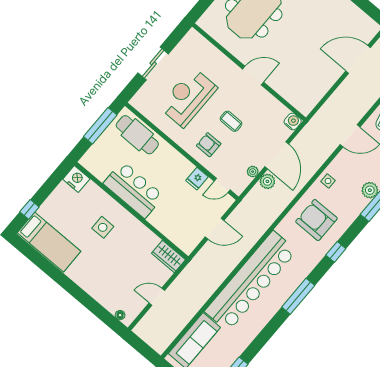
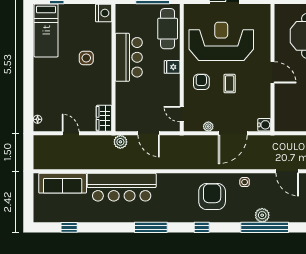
reception desk: (188, 97) -> (221, 41), width x1.36, depth x1.30
fridge: (197, 179) -> (172, 67), moved
plant: (267, 181) -> (120, 142), moved
bar counter: (251, 281) -> (122, 187), width x0.73

